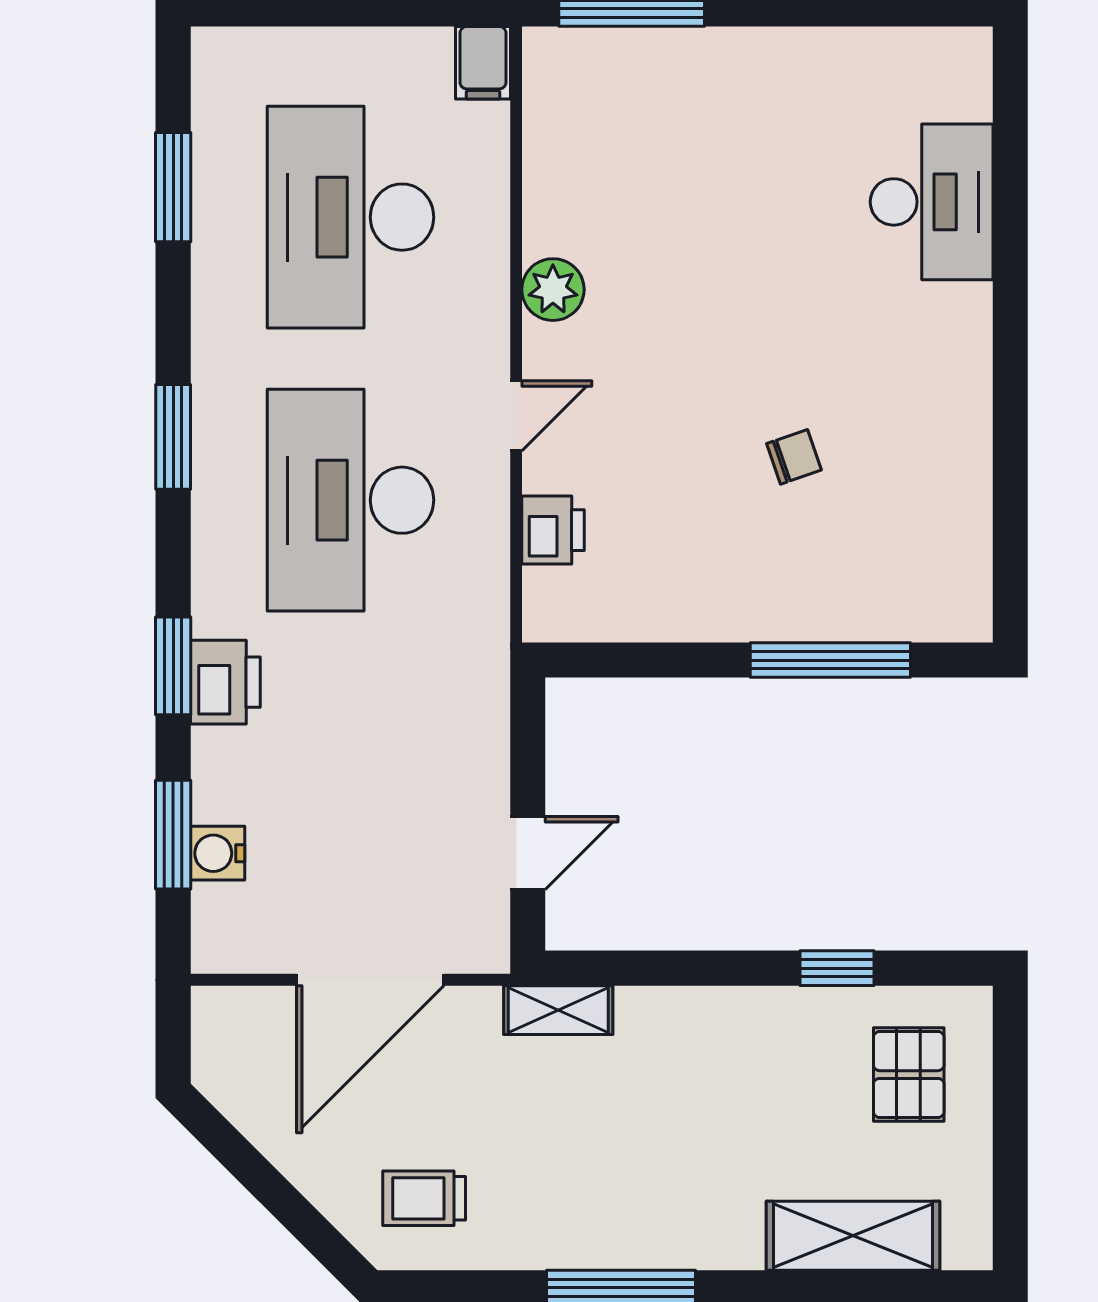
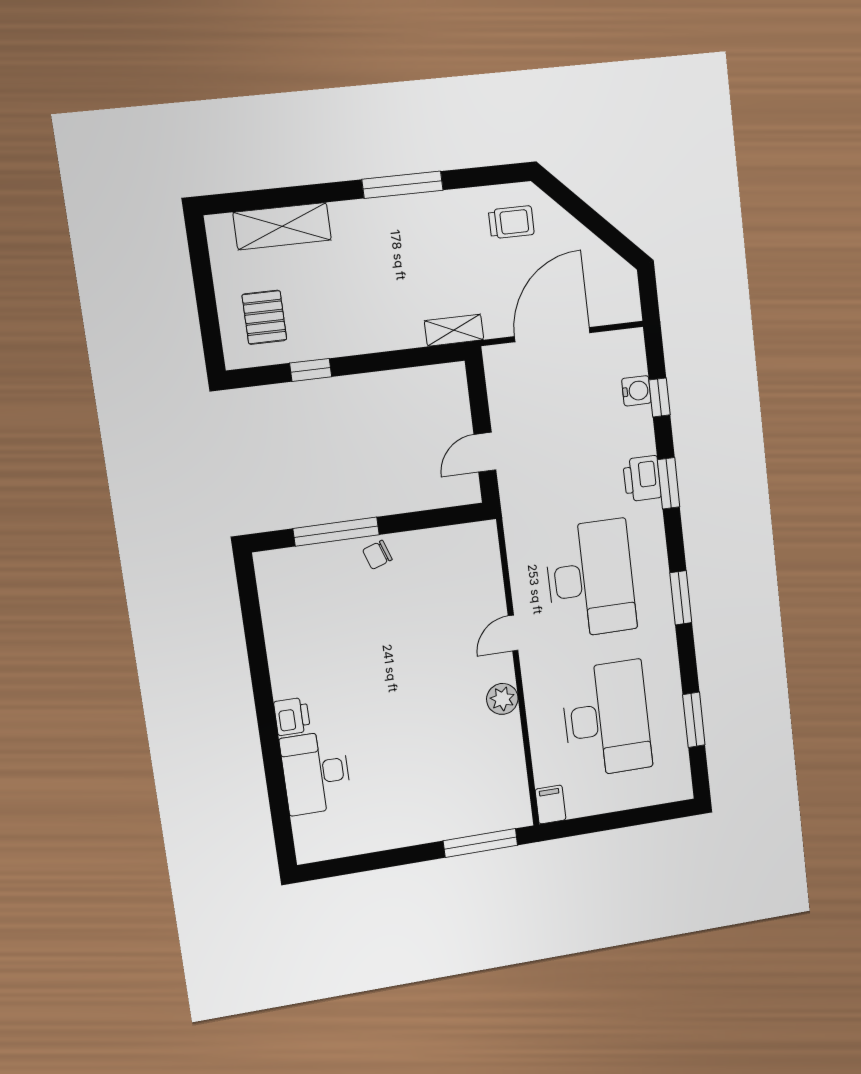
chair: (794, 457) -> (377, 555), moved
printer: (553, 530) -> (292, 716), moved, turned 180
window: (173, 835) -> (659, 398), width x0.67
door: (528, 853) -> (485, 452), moved

